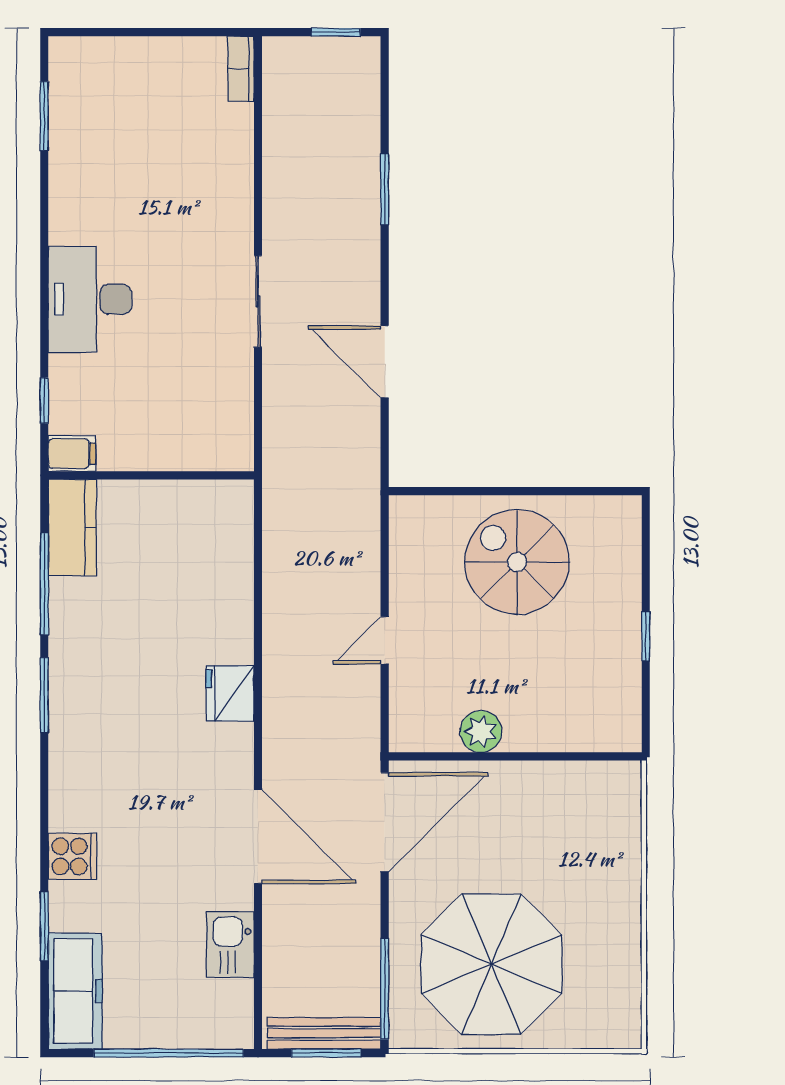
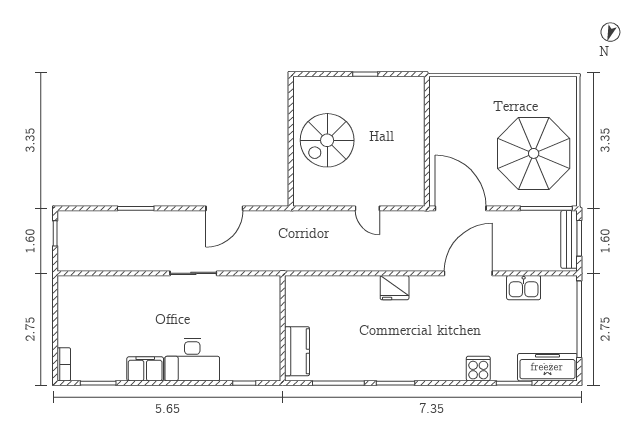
bookcase: (241, 69) -> (64, 364), moved, turned -90
filing cabinet: (72, 454) -> (145, 369), moved, width x2.00
kitchen counter: (72, 527) -> (297, 351), moved, turned 90
plant: (481, 731) -> (414, 159), removed

